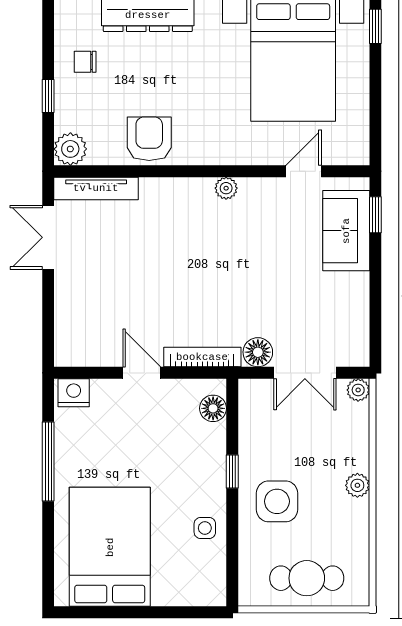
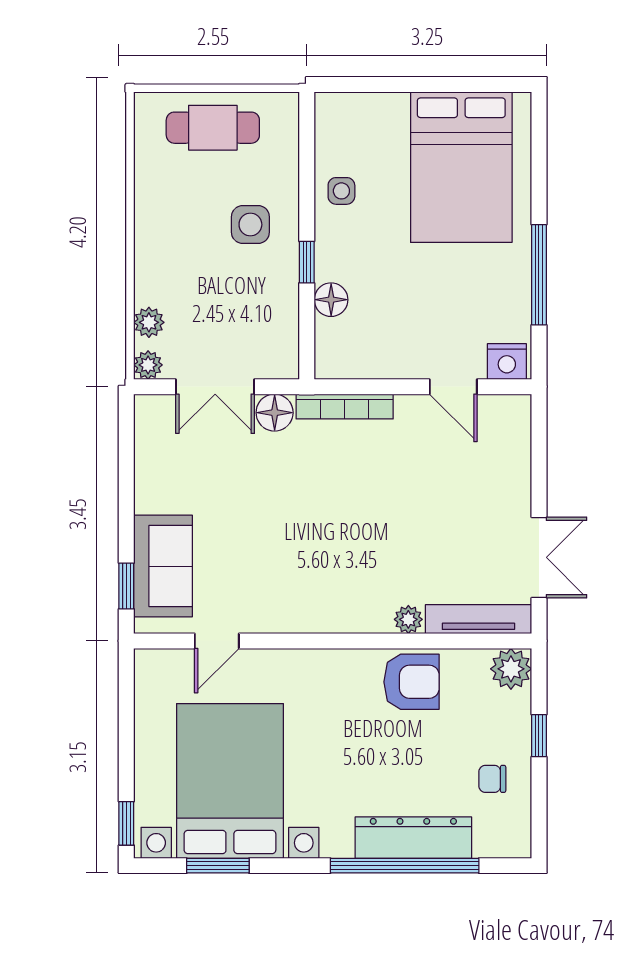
chair: (85, 62) -> (492, 779), turned 180
armchair: (149, 139) -> (412, 682), turned -90
plant: (226, 188) -> (408, 619), moved
door: (142, 373) -> (453, 387), moved
double door: (305, 373) -> (215, 387), swing flipped
floor lamp: (213, 408) -> (331, 300), moved
plant: (357, 485) -> (149, 322), moved
side table: (277, 501) -> (250, 225), width x0.73, depth x0.73

